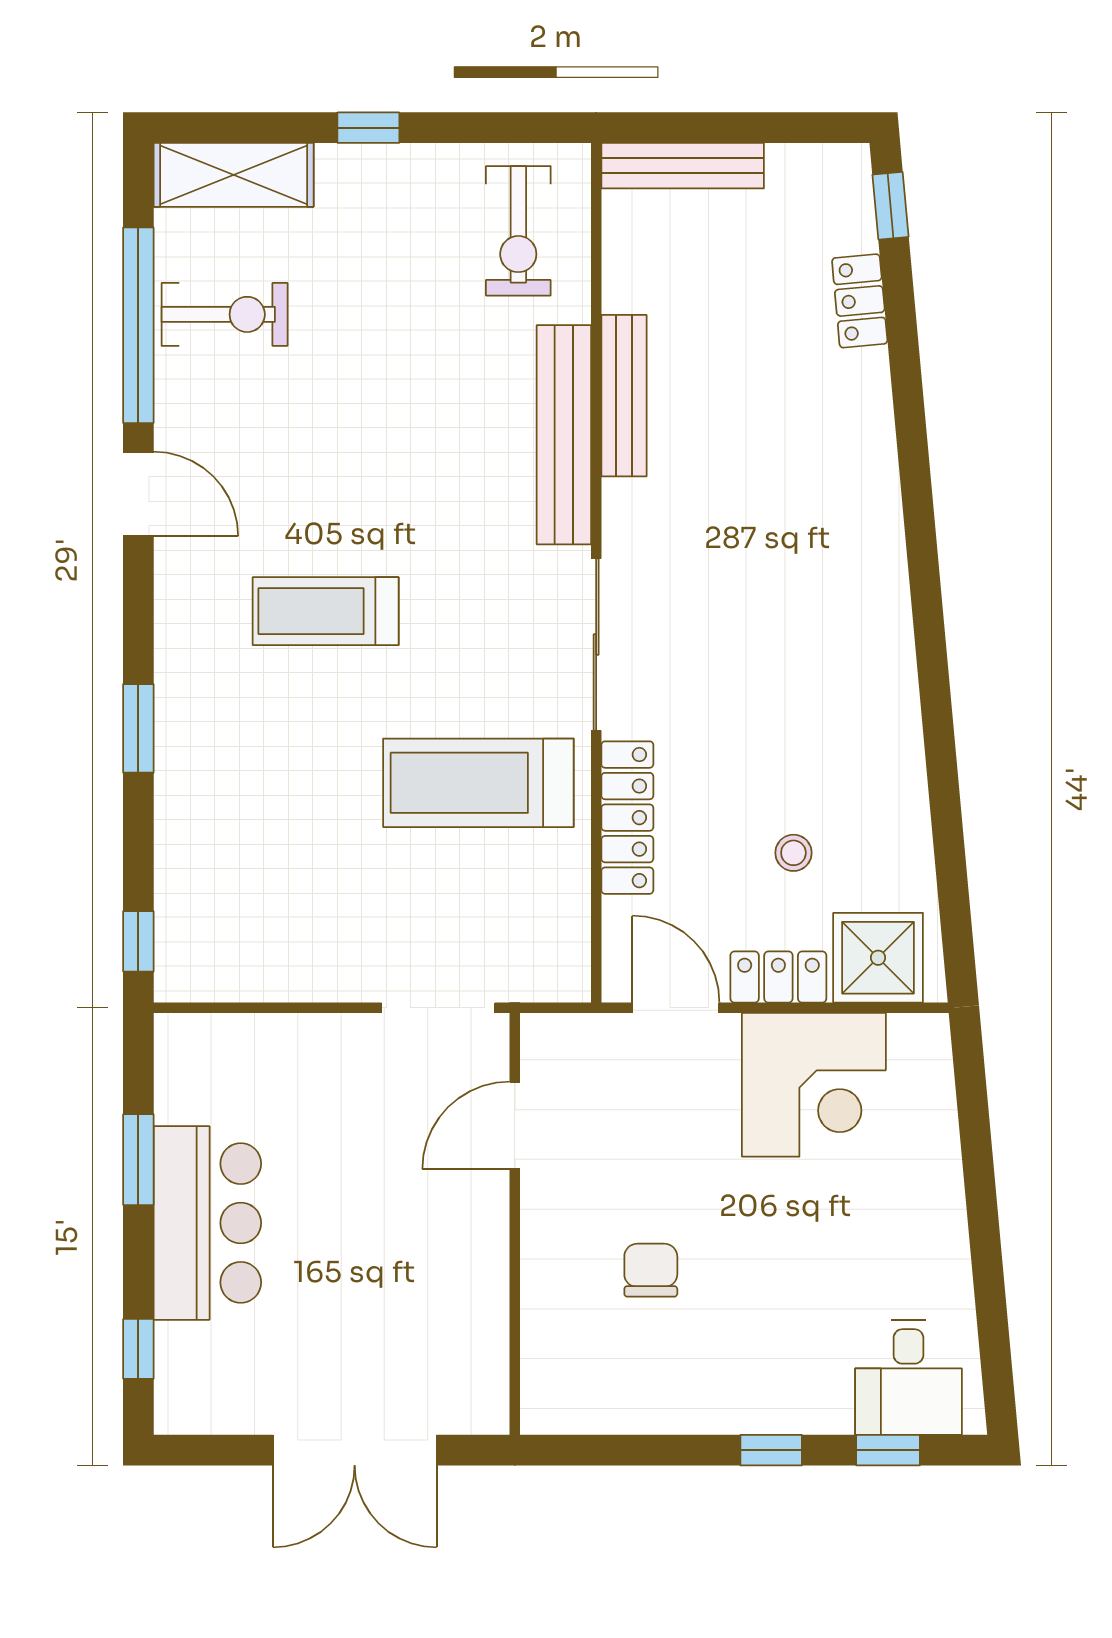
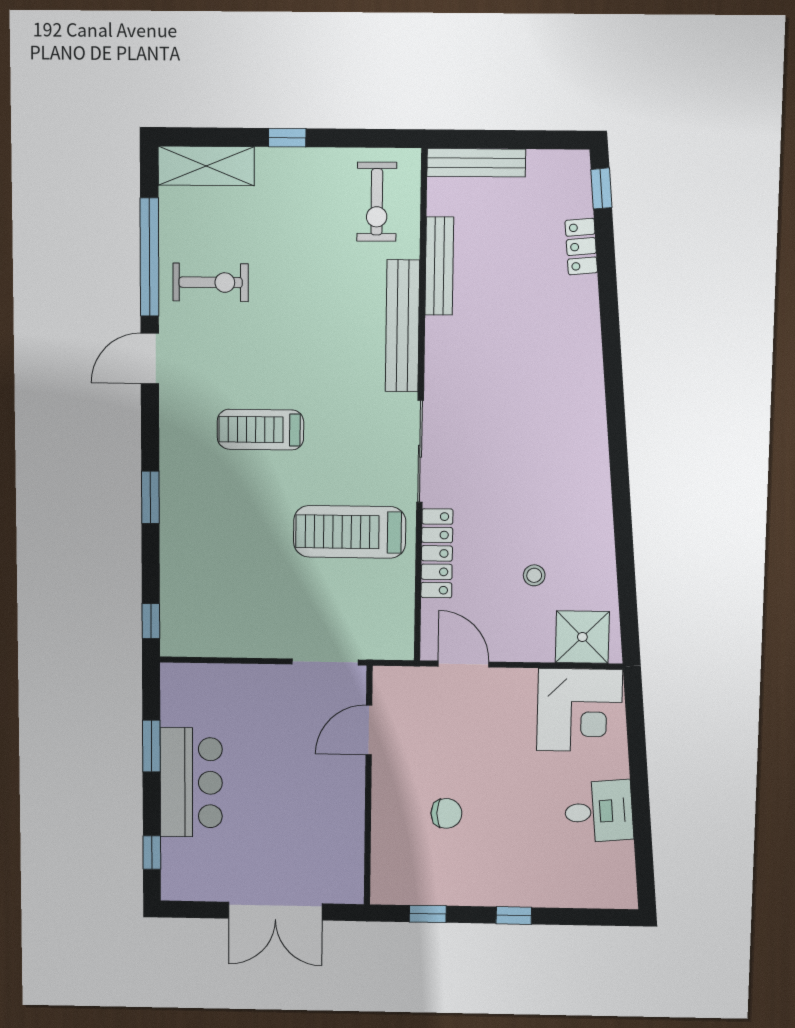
exercise bike: (225, 314) -> (211, 282), moved
bench: (624, 396) -> (439, 266), moved
door: (138, 494) -> (150, 358), swing flipped
locker: (778, 977) -> (524, 647), removed
corner desk: (814, 1085) -> (580, 710), moved
chair: (651, 1270) -> (446, 813), turned 90
desk: (908, 1377) -> (599, 811), moved, turned -95
window: (888, 1450) -> (428, 914), moved

